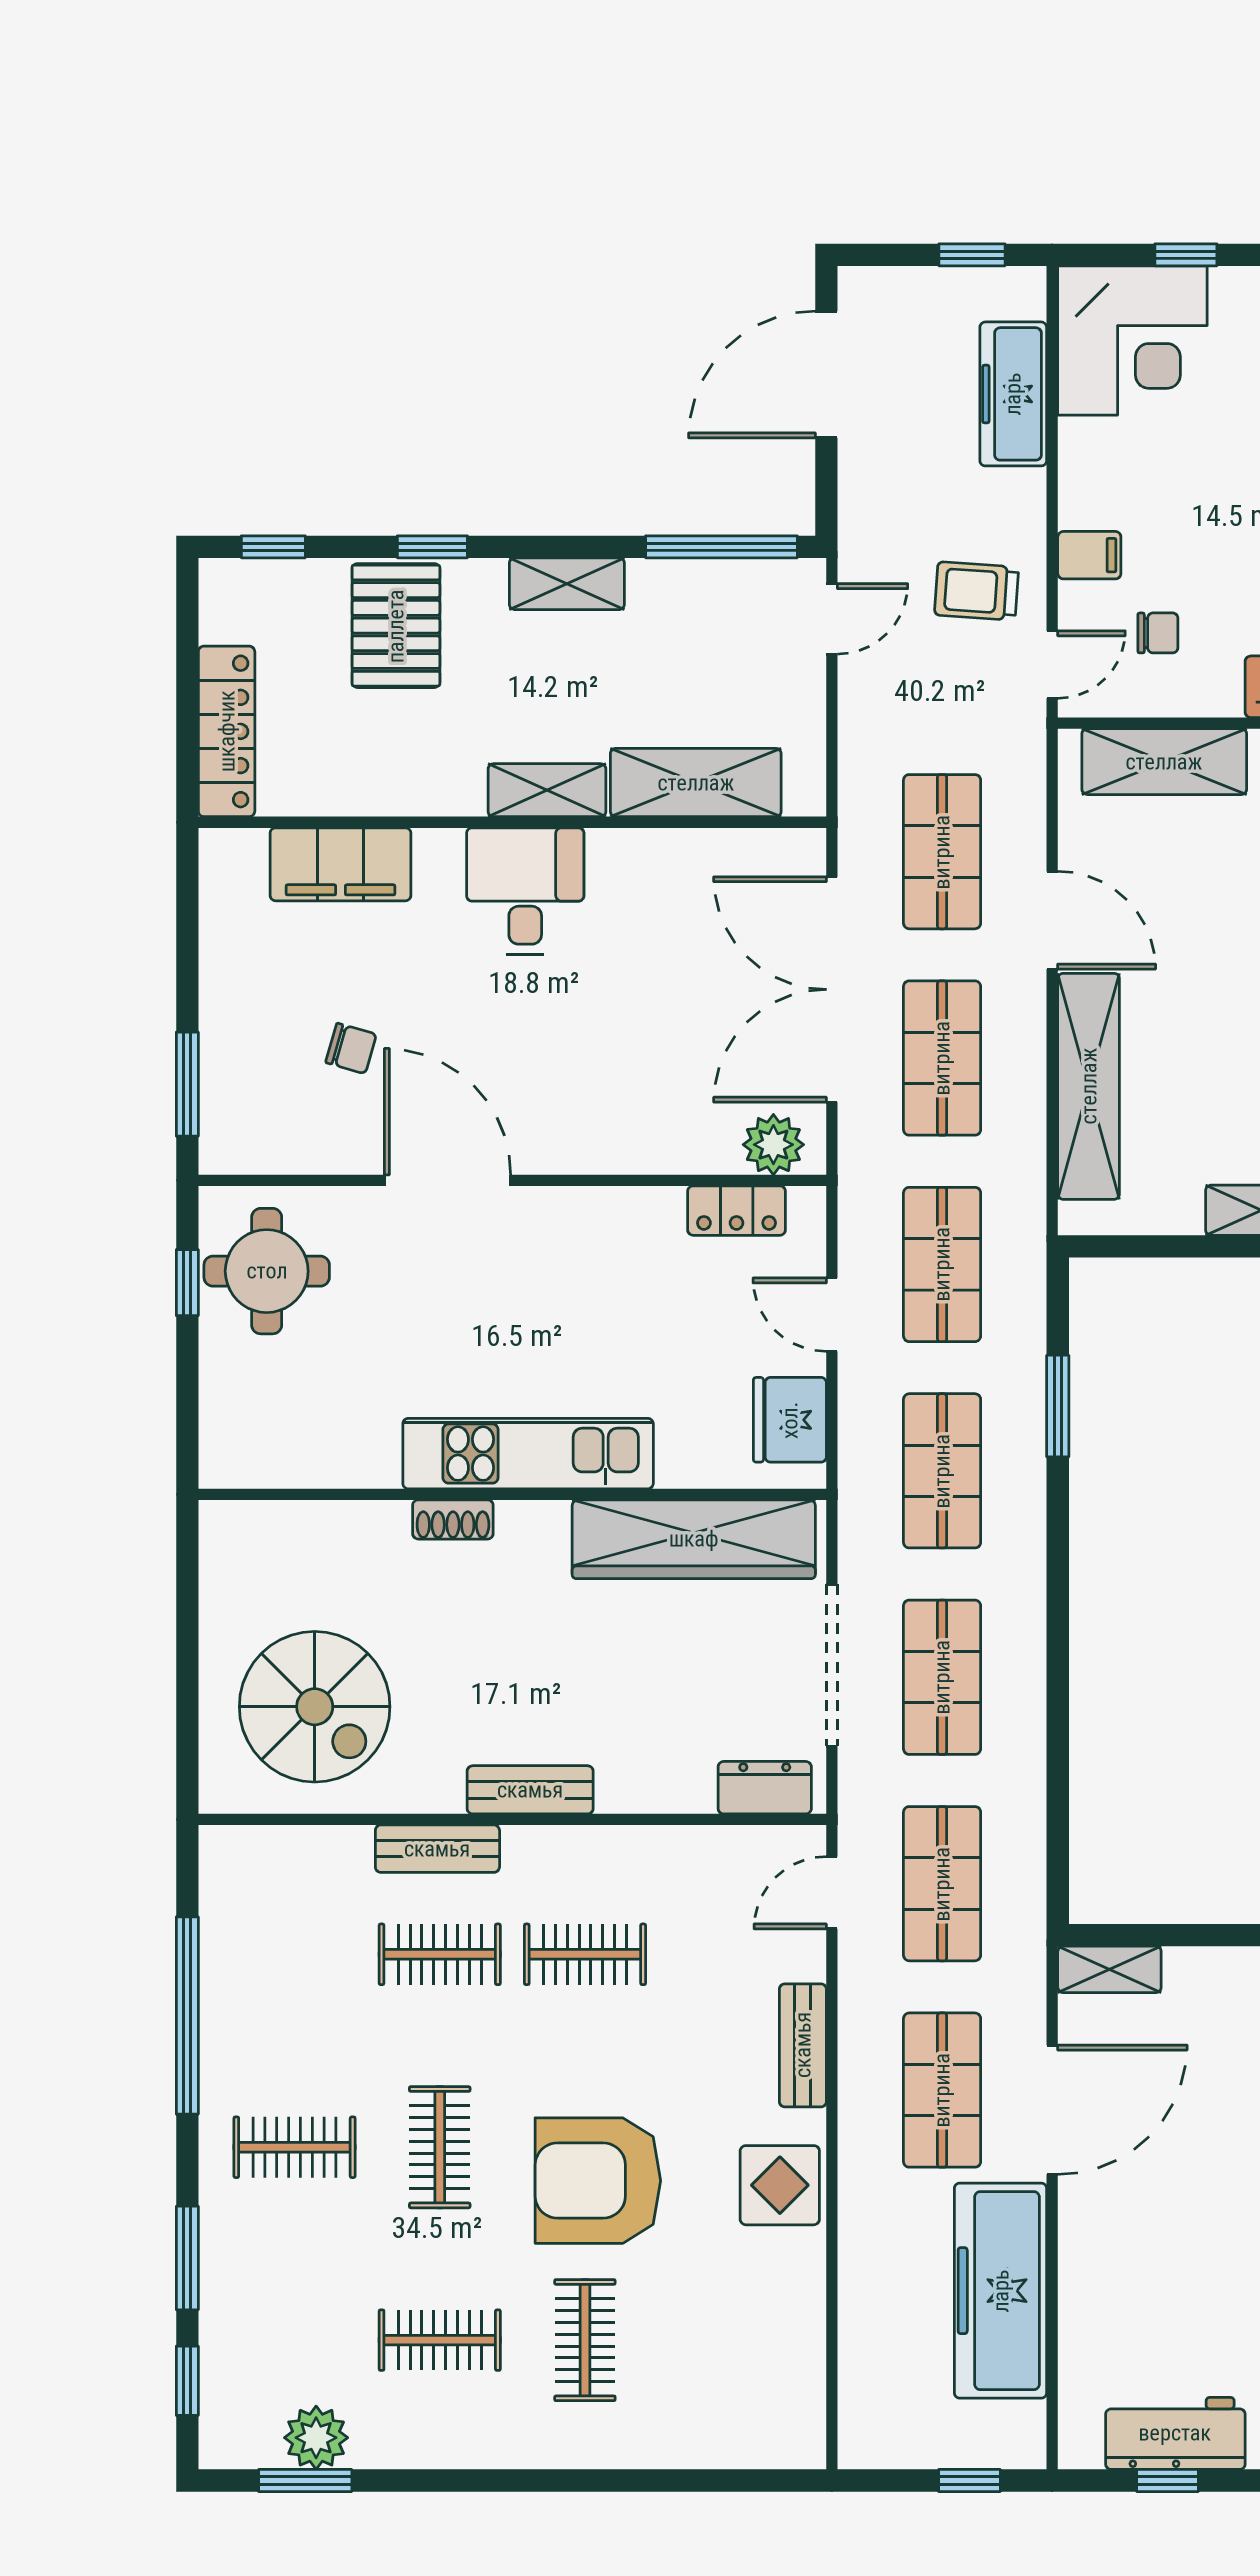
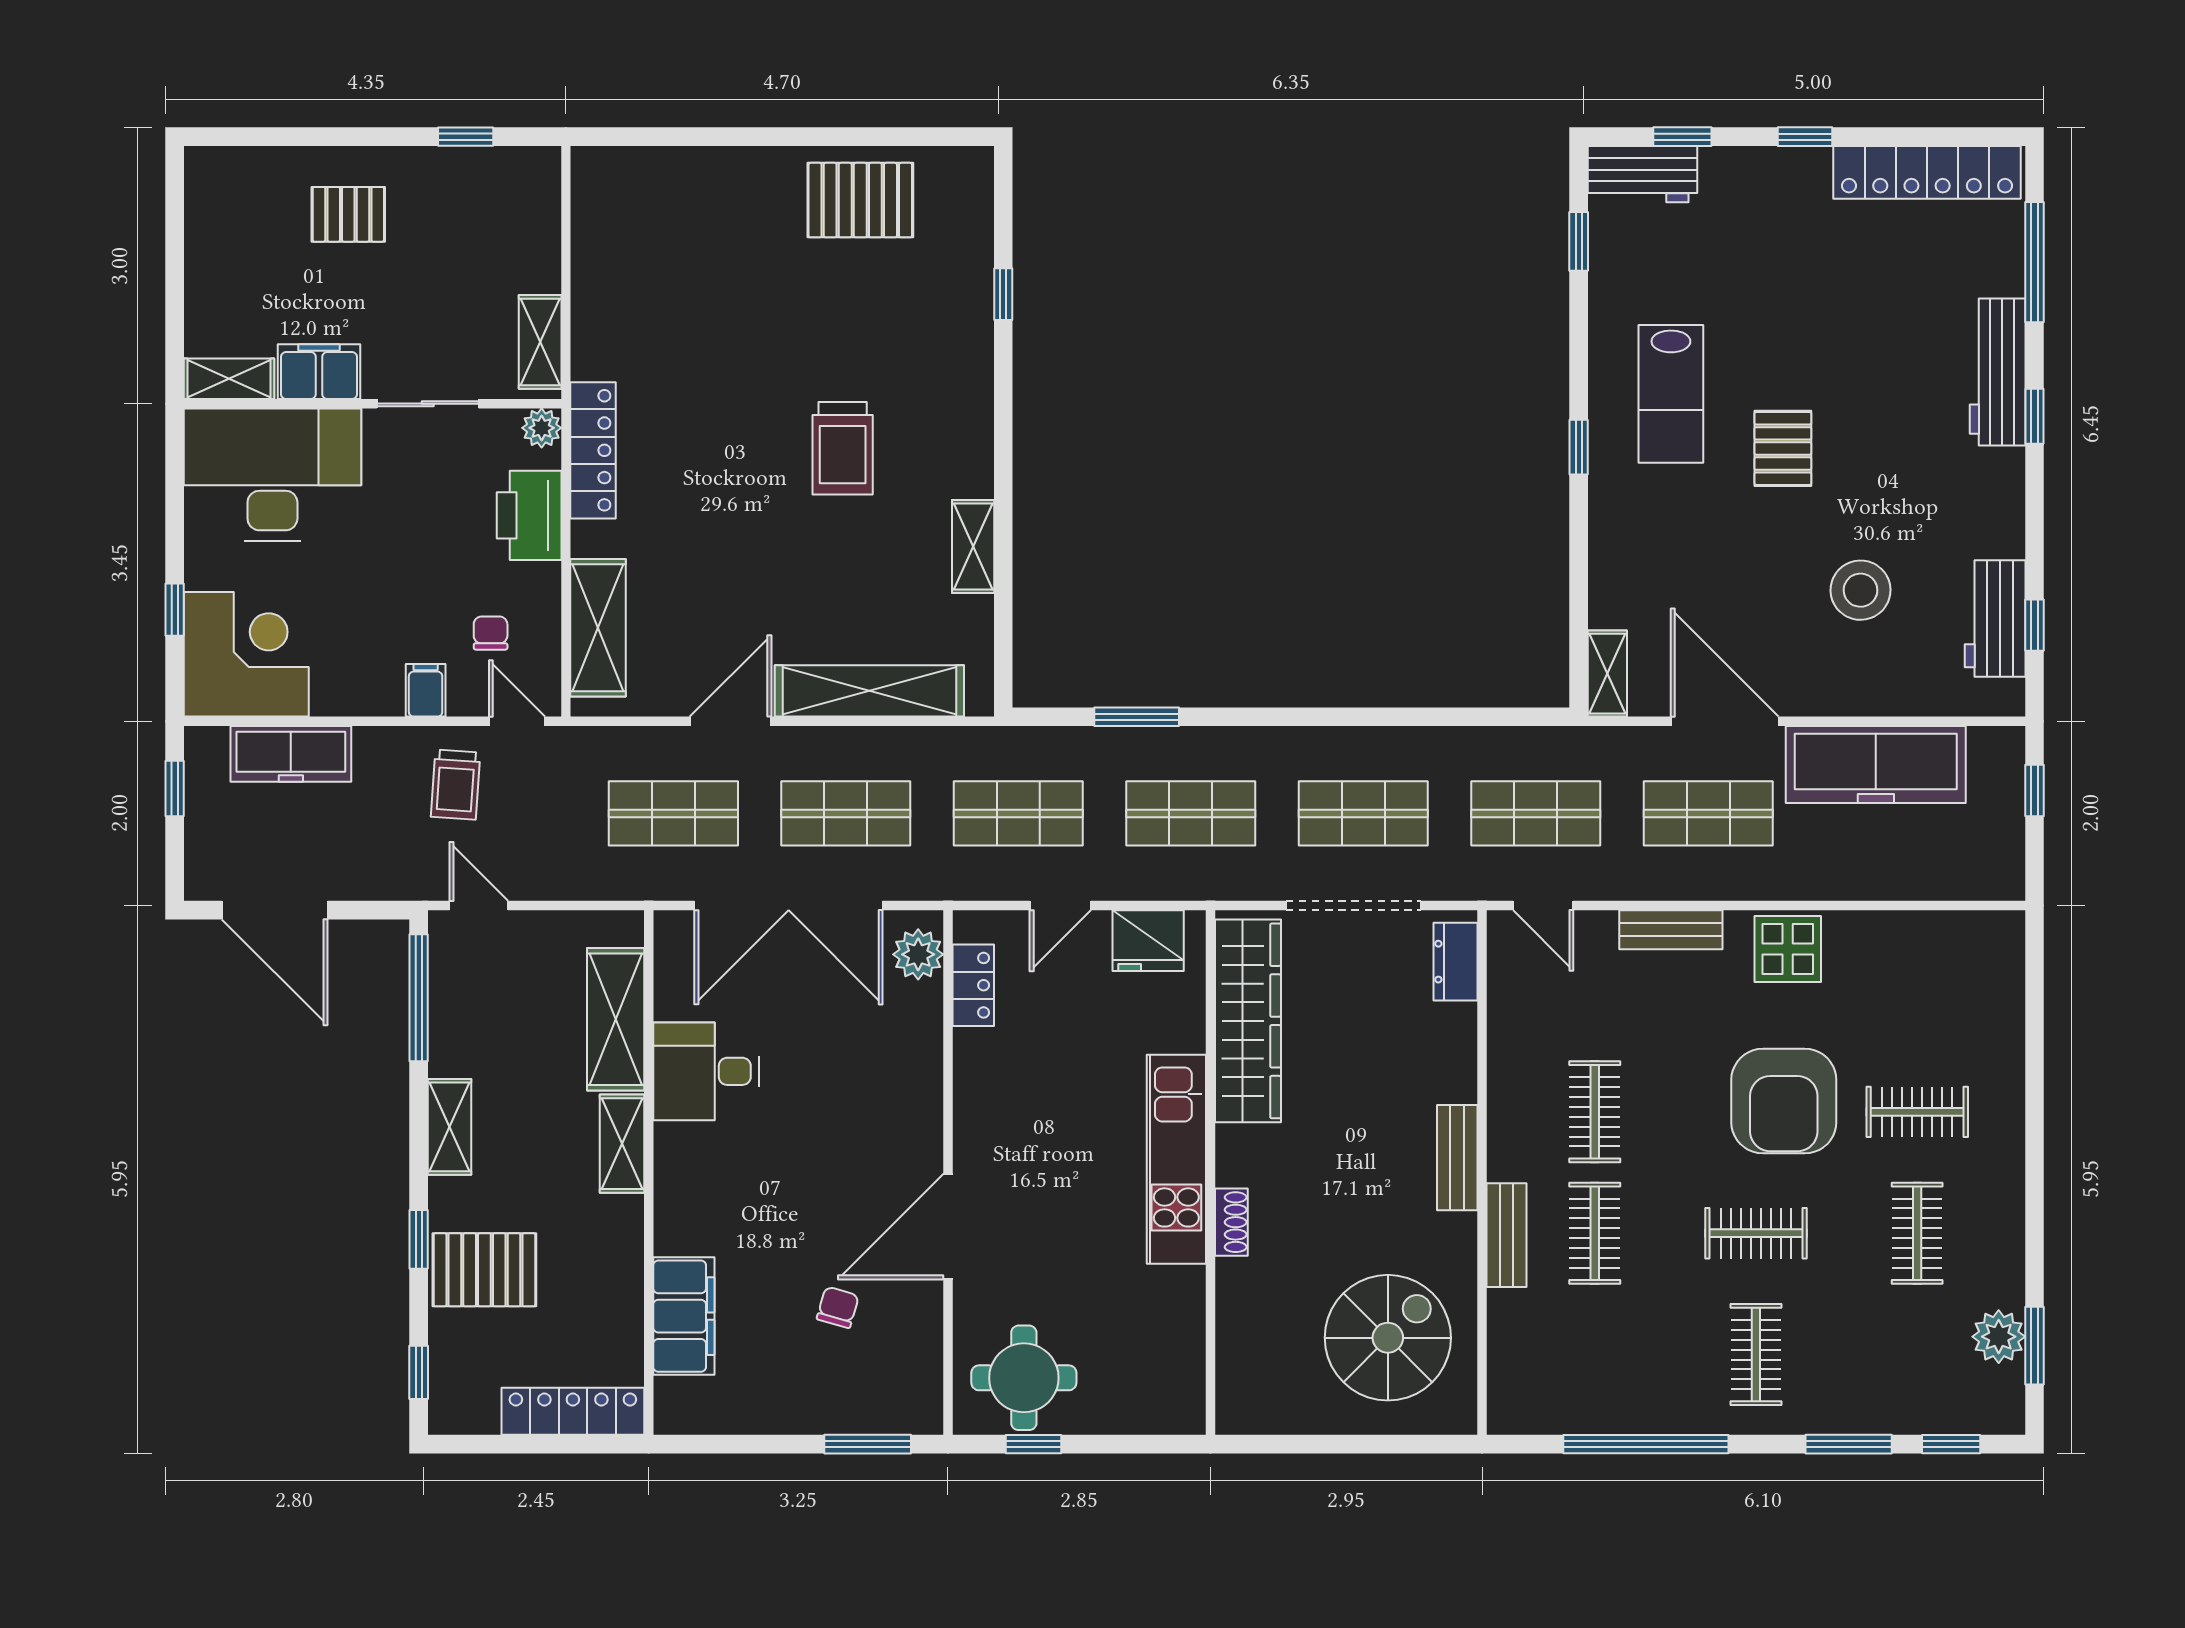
desk: (525, 891) -> (706, 1071), moved
stool: (1209, 2272) -> (1860, 590), added

